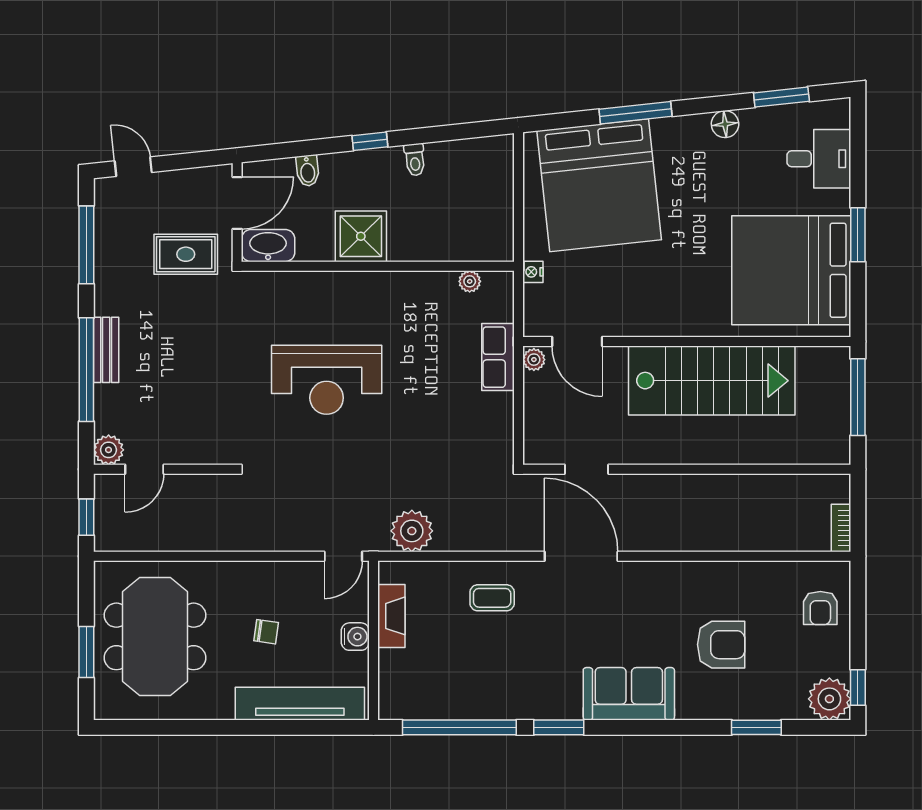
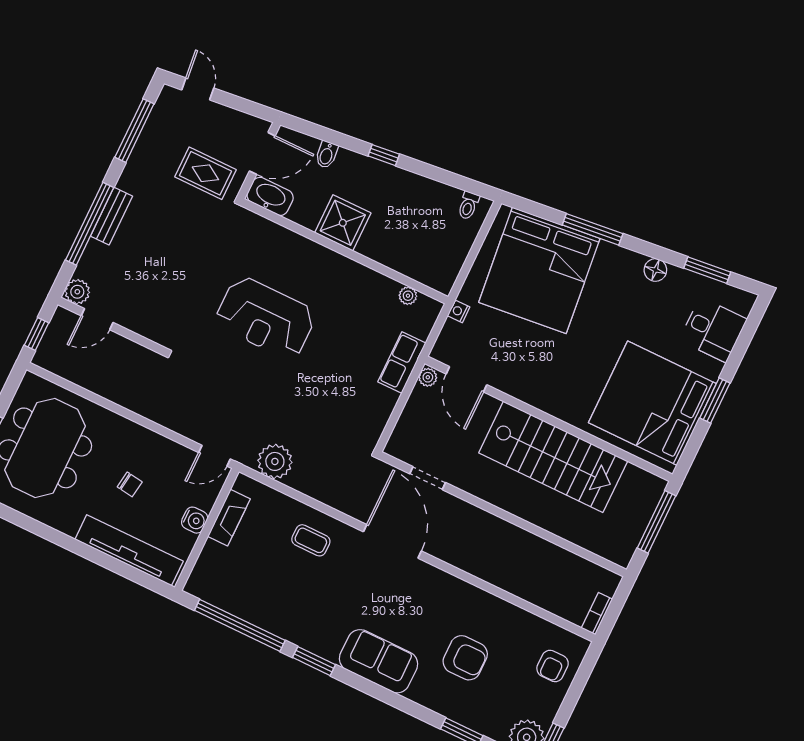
toilet: (415, 160) -> (468, 205), moved

